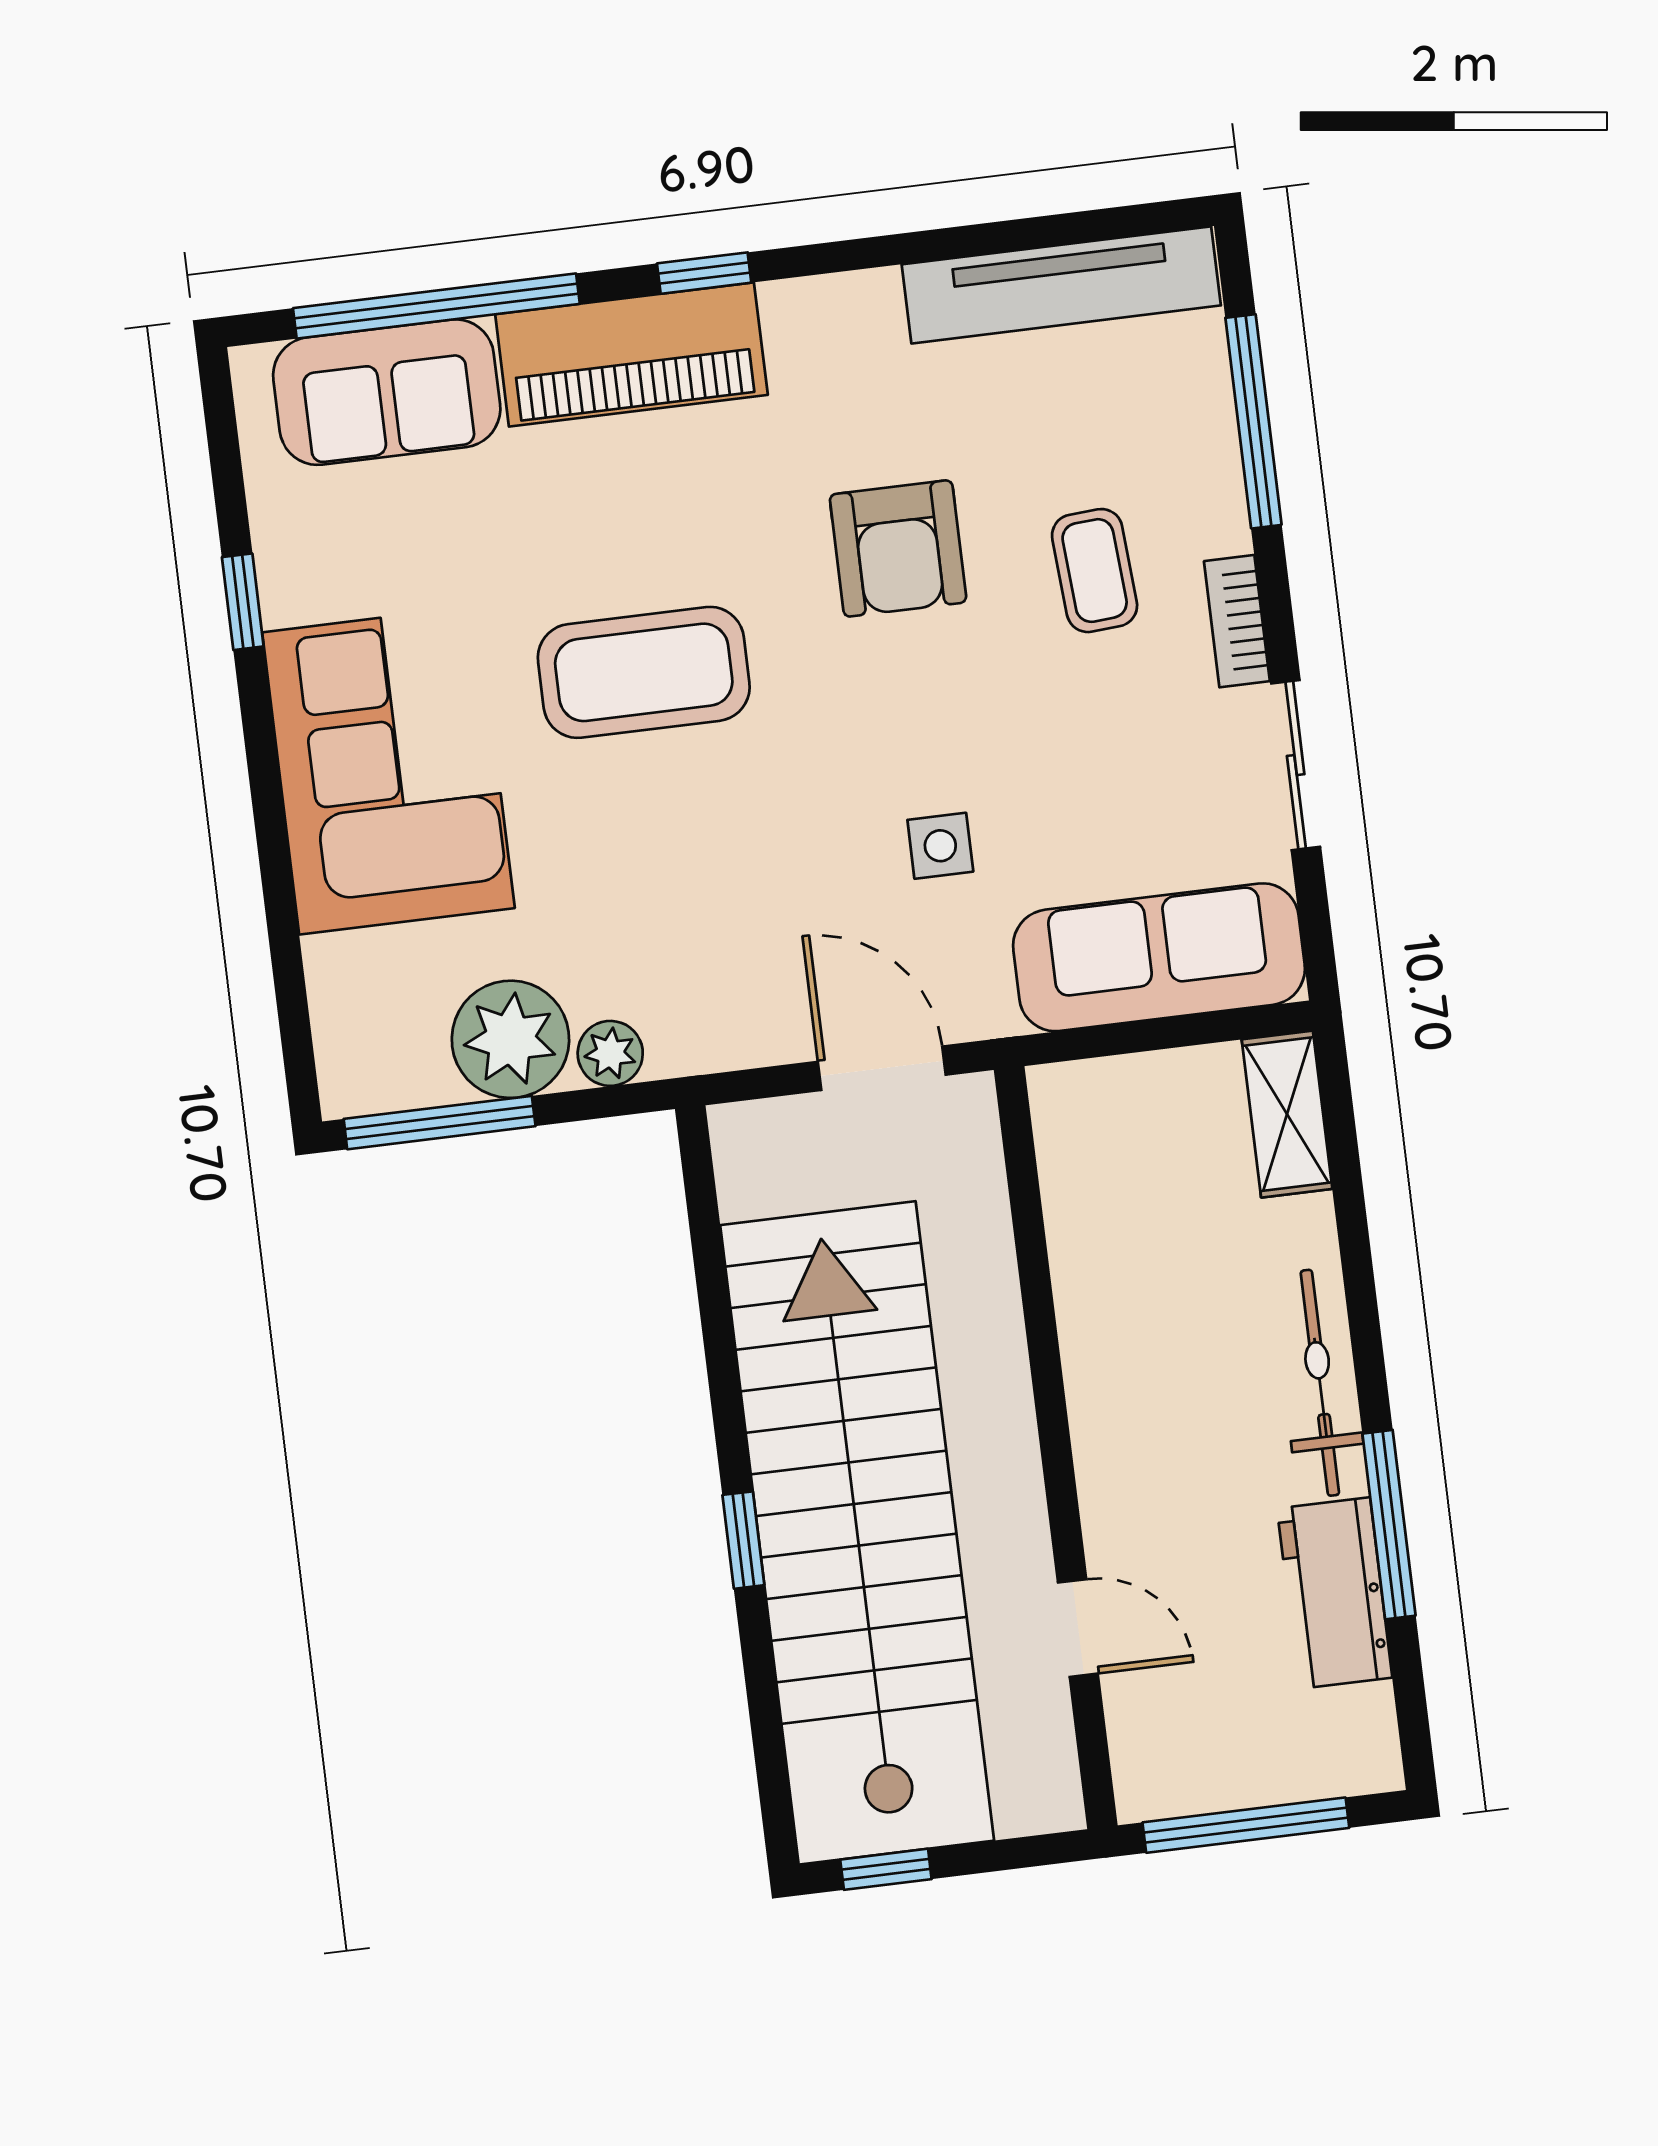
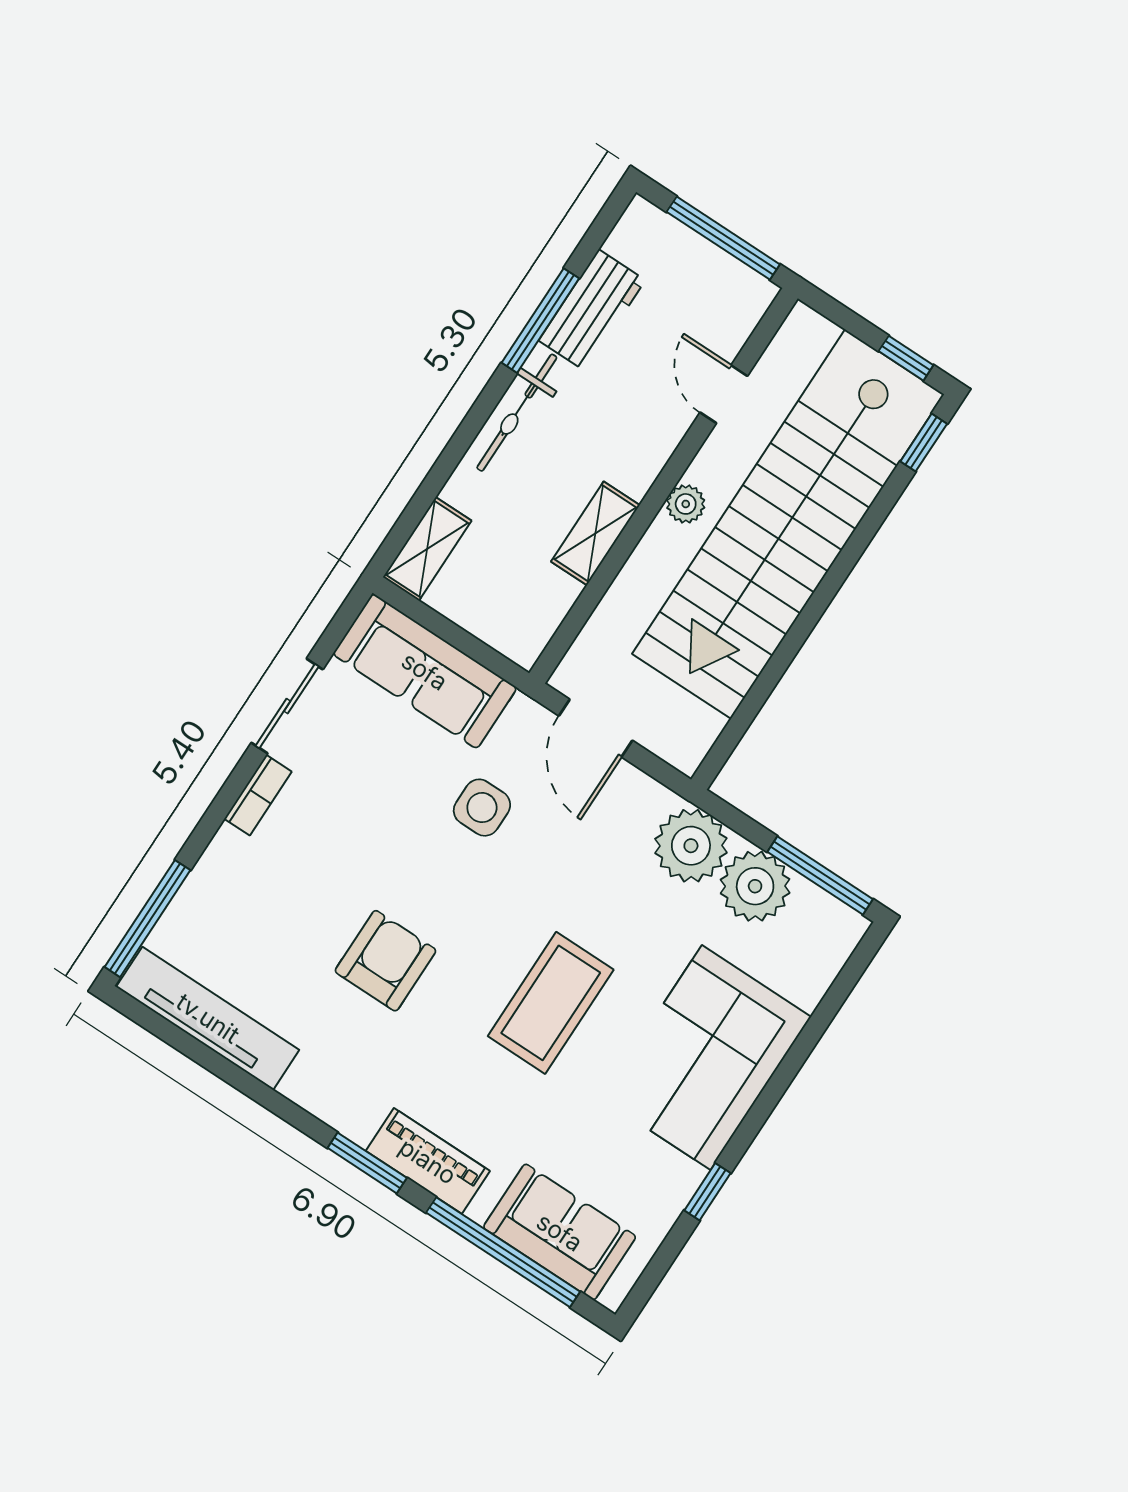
window: (704, 273) -> (367, 1163), width x1.50
piano: (631, 355) -> (428, 1161), width x0.73, depth x0.75
window: (1253, 421) -> (148, 919), moved
coffee table: (1095, 571) -> (304, 874), removed
coffee table: (644, 672) -> (551, 1003), turned 90
side table: (940, 846) -> (482, 808), width x1.37, depth x1.37
plant: (610, 1053) -> (691, 846), width x1.88, depth x1.88
shelving: (1091, 1314) -> (595, 533), added
plant: (1008, 1448) -> (686, 504), added
window: (743, 1540) -> (924, 443), moved

